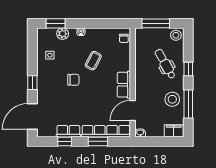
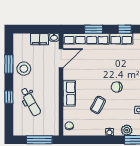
stool: (176, 35) -> (20, 129), removed
row of seats: (124, 85) -> (69, 93), moved
window: (188, 104) -> (9, 64), width x0.69
filing cabinet: (174, 131) -> (39, 39), moved

